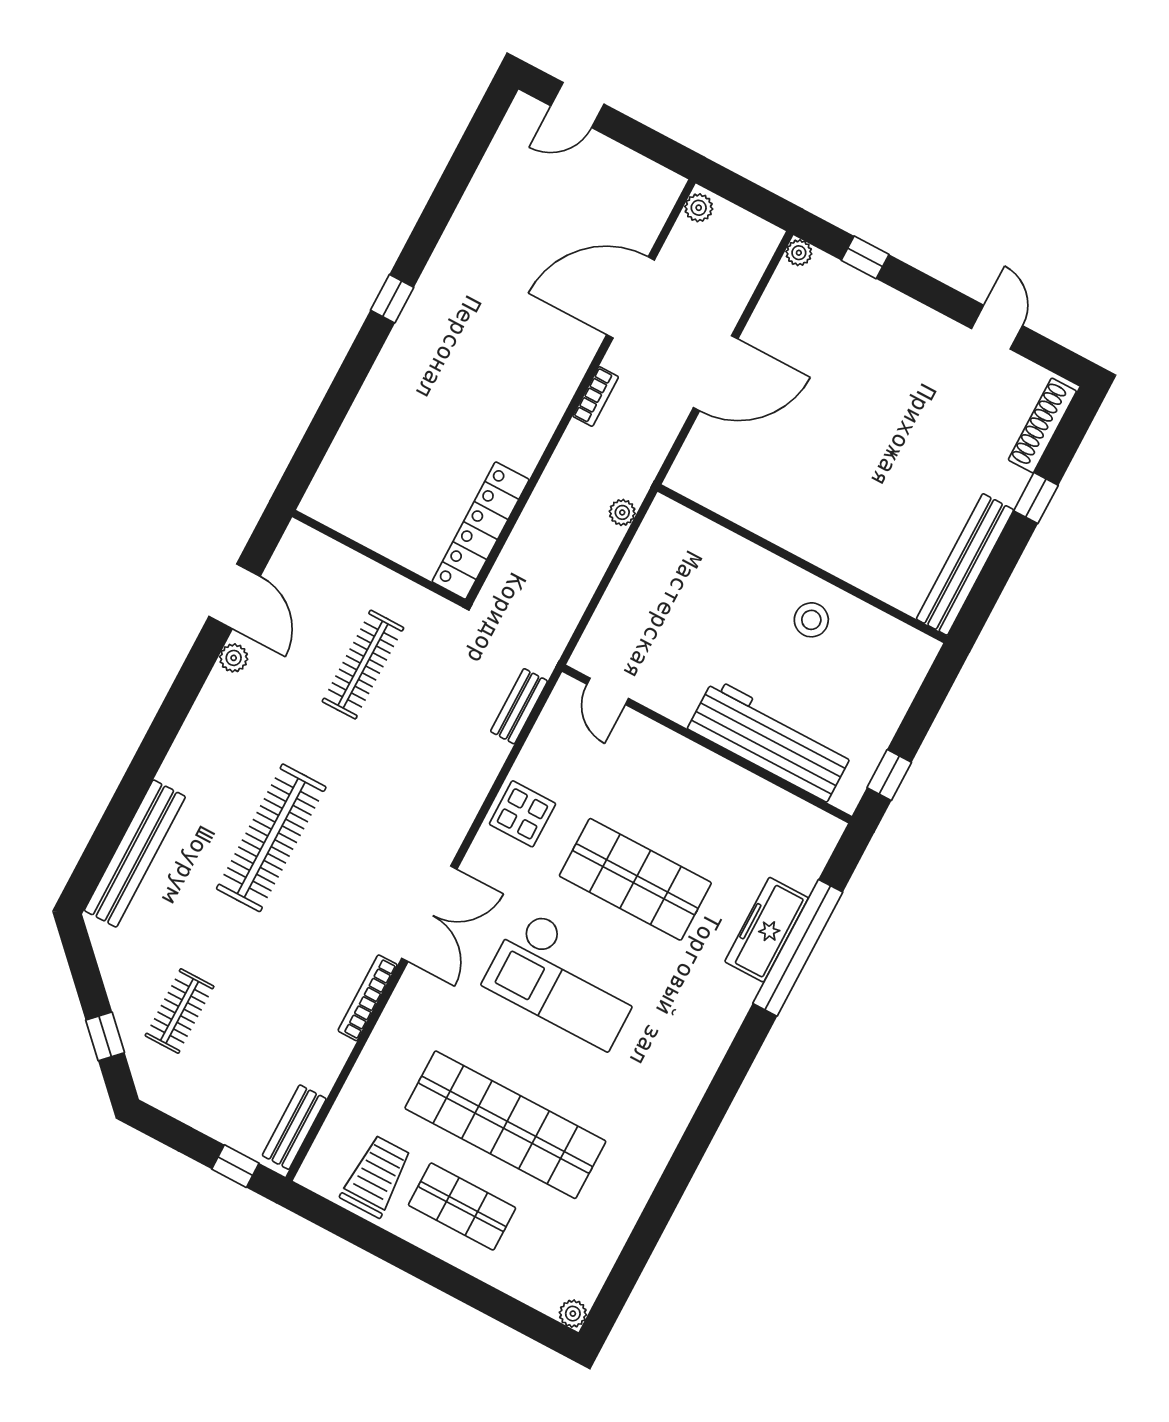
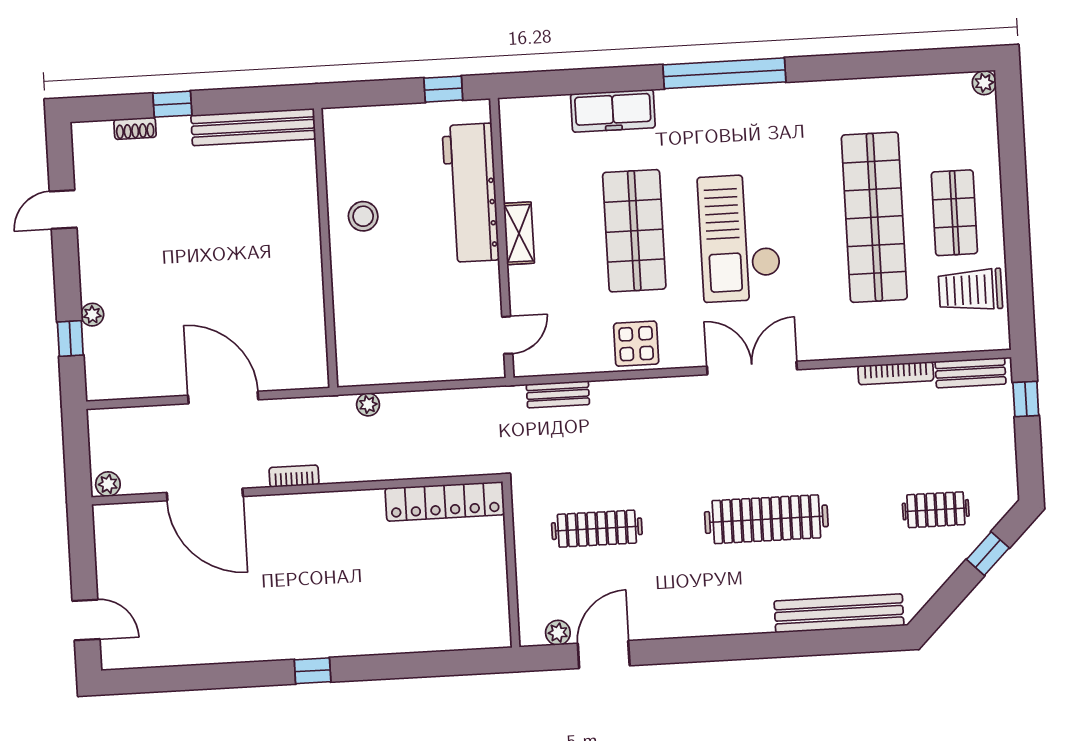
plant: (799, 253) -> (92, 315), moved
shoe rack: (1042, 425) -> (135, 128), width x0.51, depth x0.81
plant: (234, 658) -> (558, 633), moved
shelving: (701, 764) -> (519, 233), added
window: (798, 948) -> (724, 73), moved
checkout: (565, 979) -> (740, 238), turned 180
bookcase: (368, 998) -> (896, 373), moved

